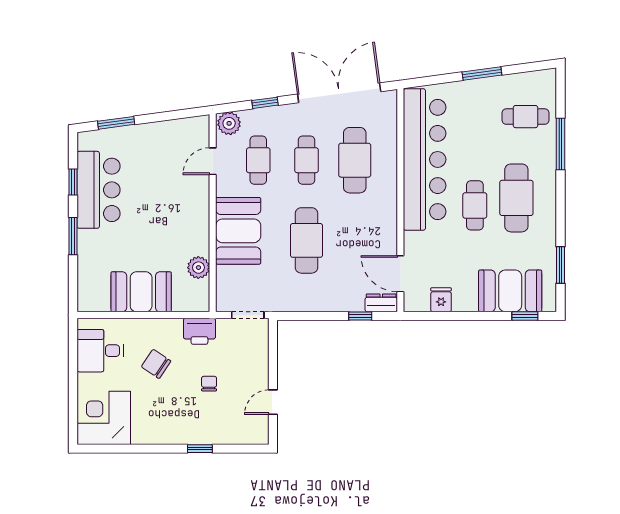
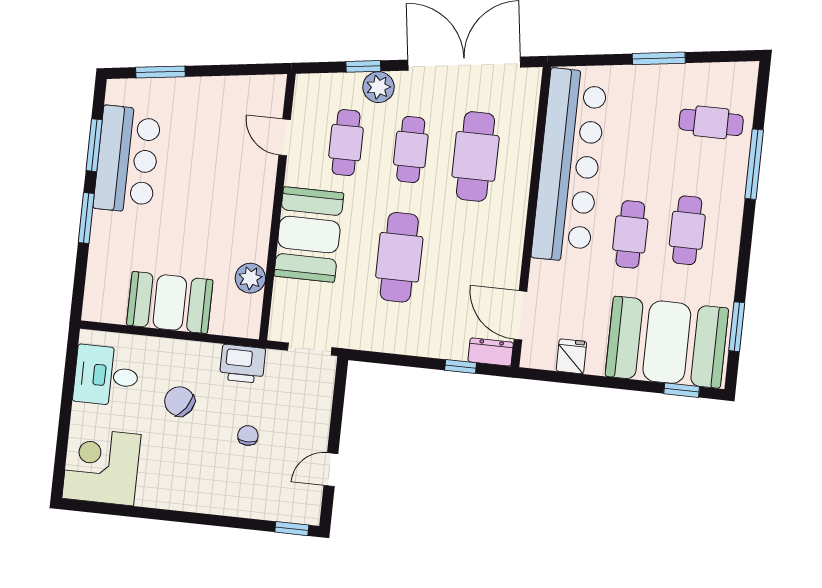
plant: (229, 123) -> (378, 87), moved
door: (213, 161) -> (285, 137), hinge flipped
window: (73, 182) -> (94, 145), width x1.50
cafe table: (516, 198) -> (687, 230), width x0.73, depth x0.74
booth: (510, 291) -> (667, 342), width x1.36, depth x1.42
window: (200, 449) -> (292, 529), moved

